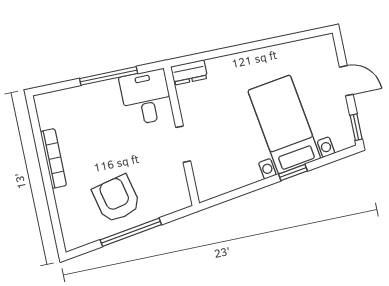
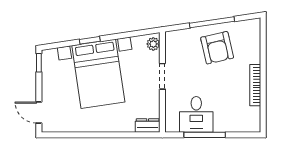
door: (346, 81) -> (39, 113), moved
desk: (146, 97) -> (196, 114), moved
bed with nightstands: (284, 124) -> (98, 74), width x1.36
plant: (205, 186) -> (153, 44), added

